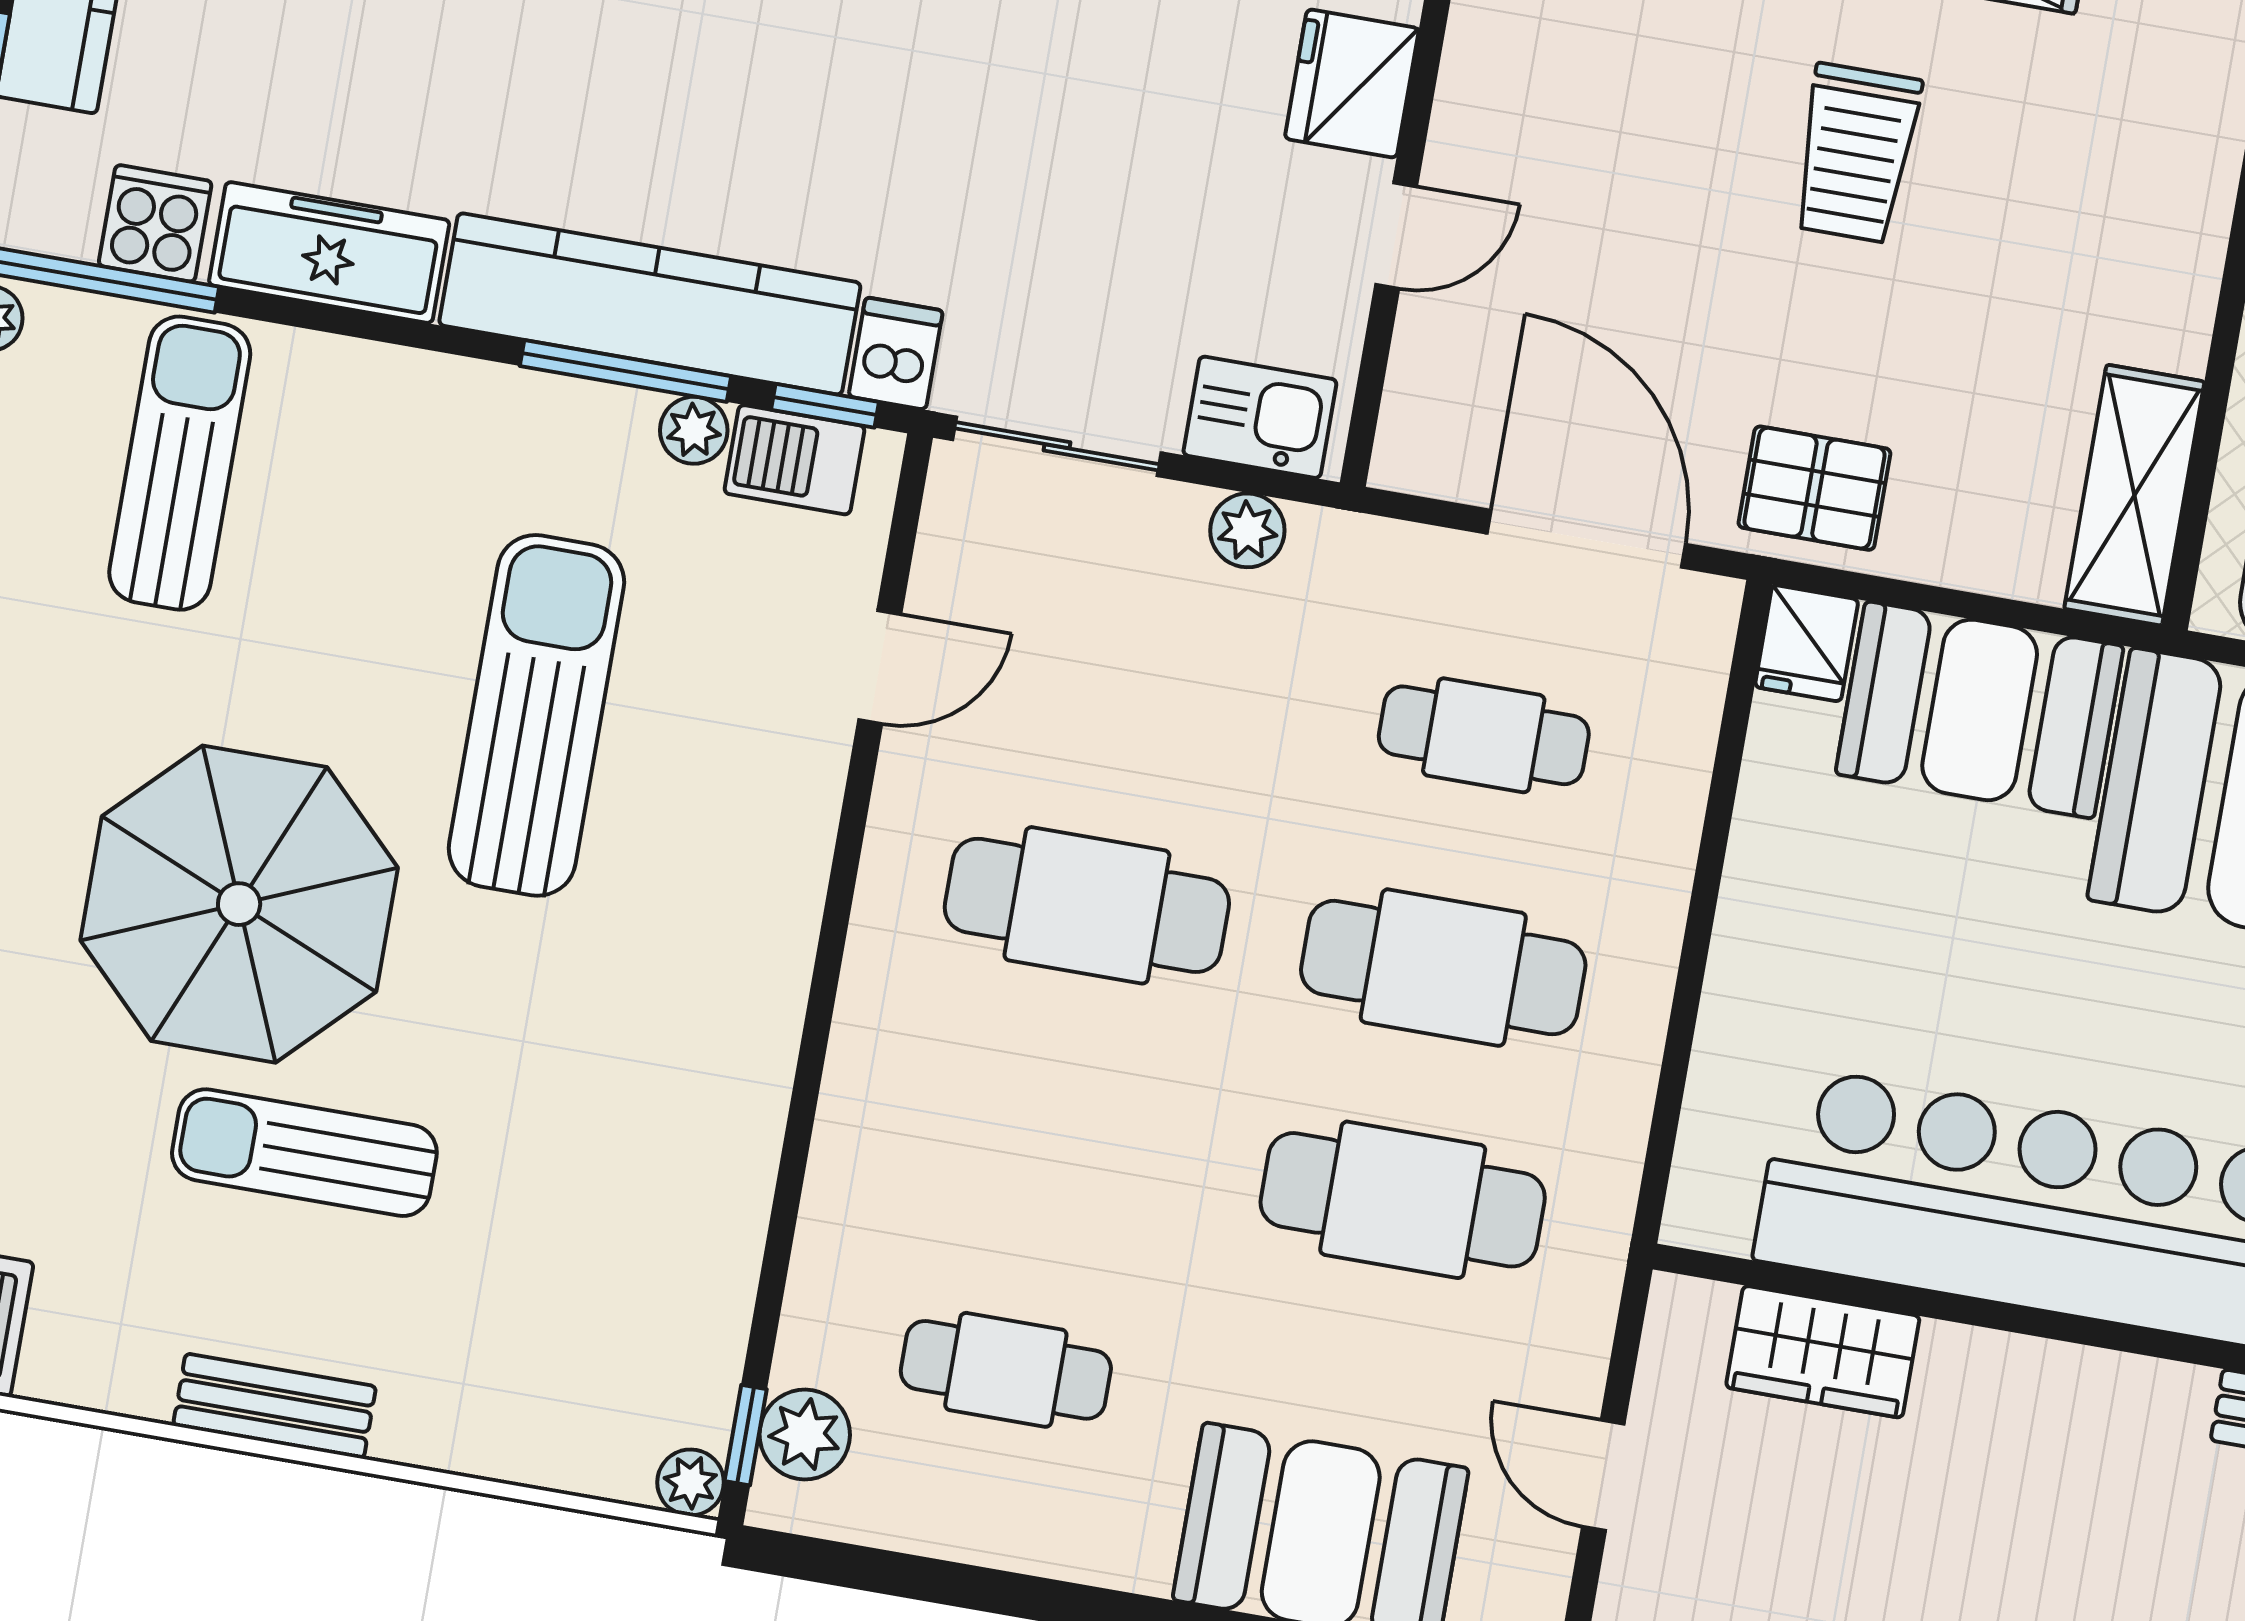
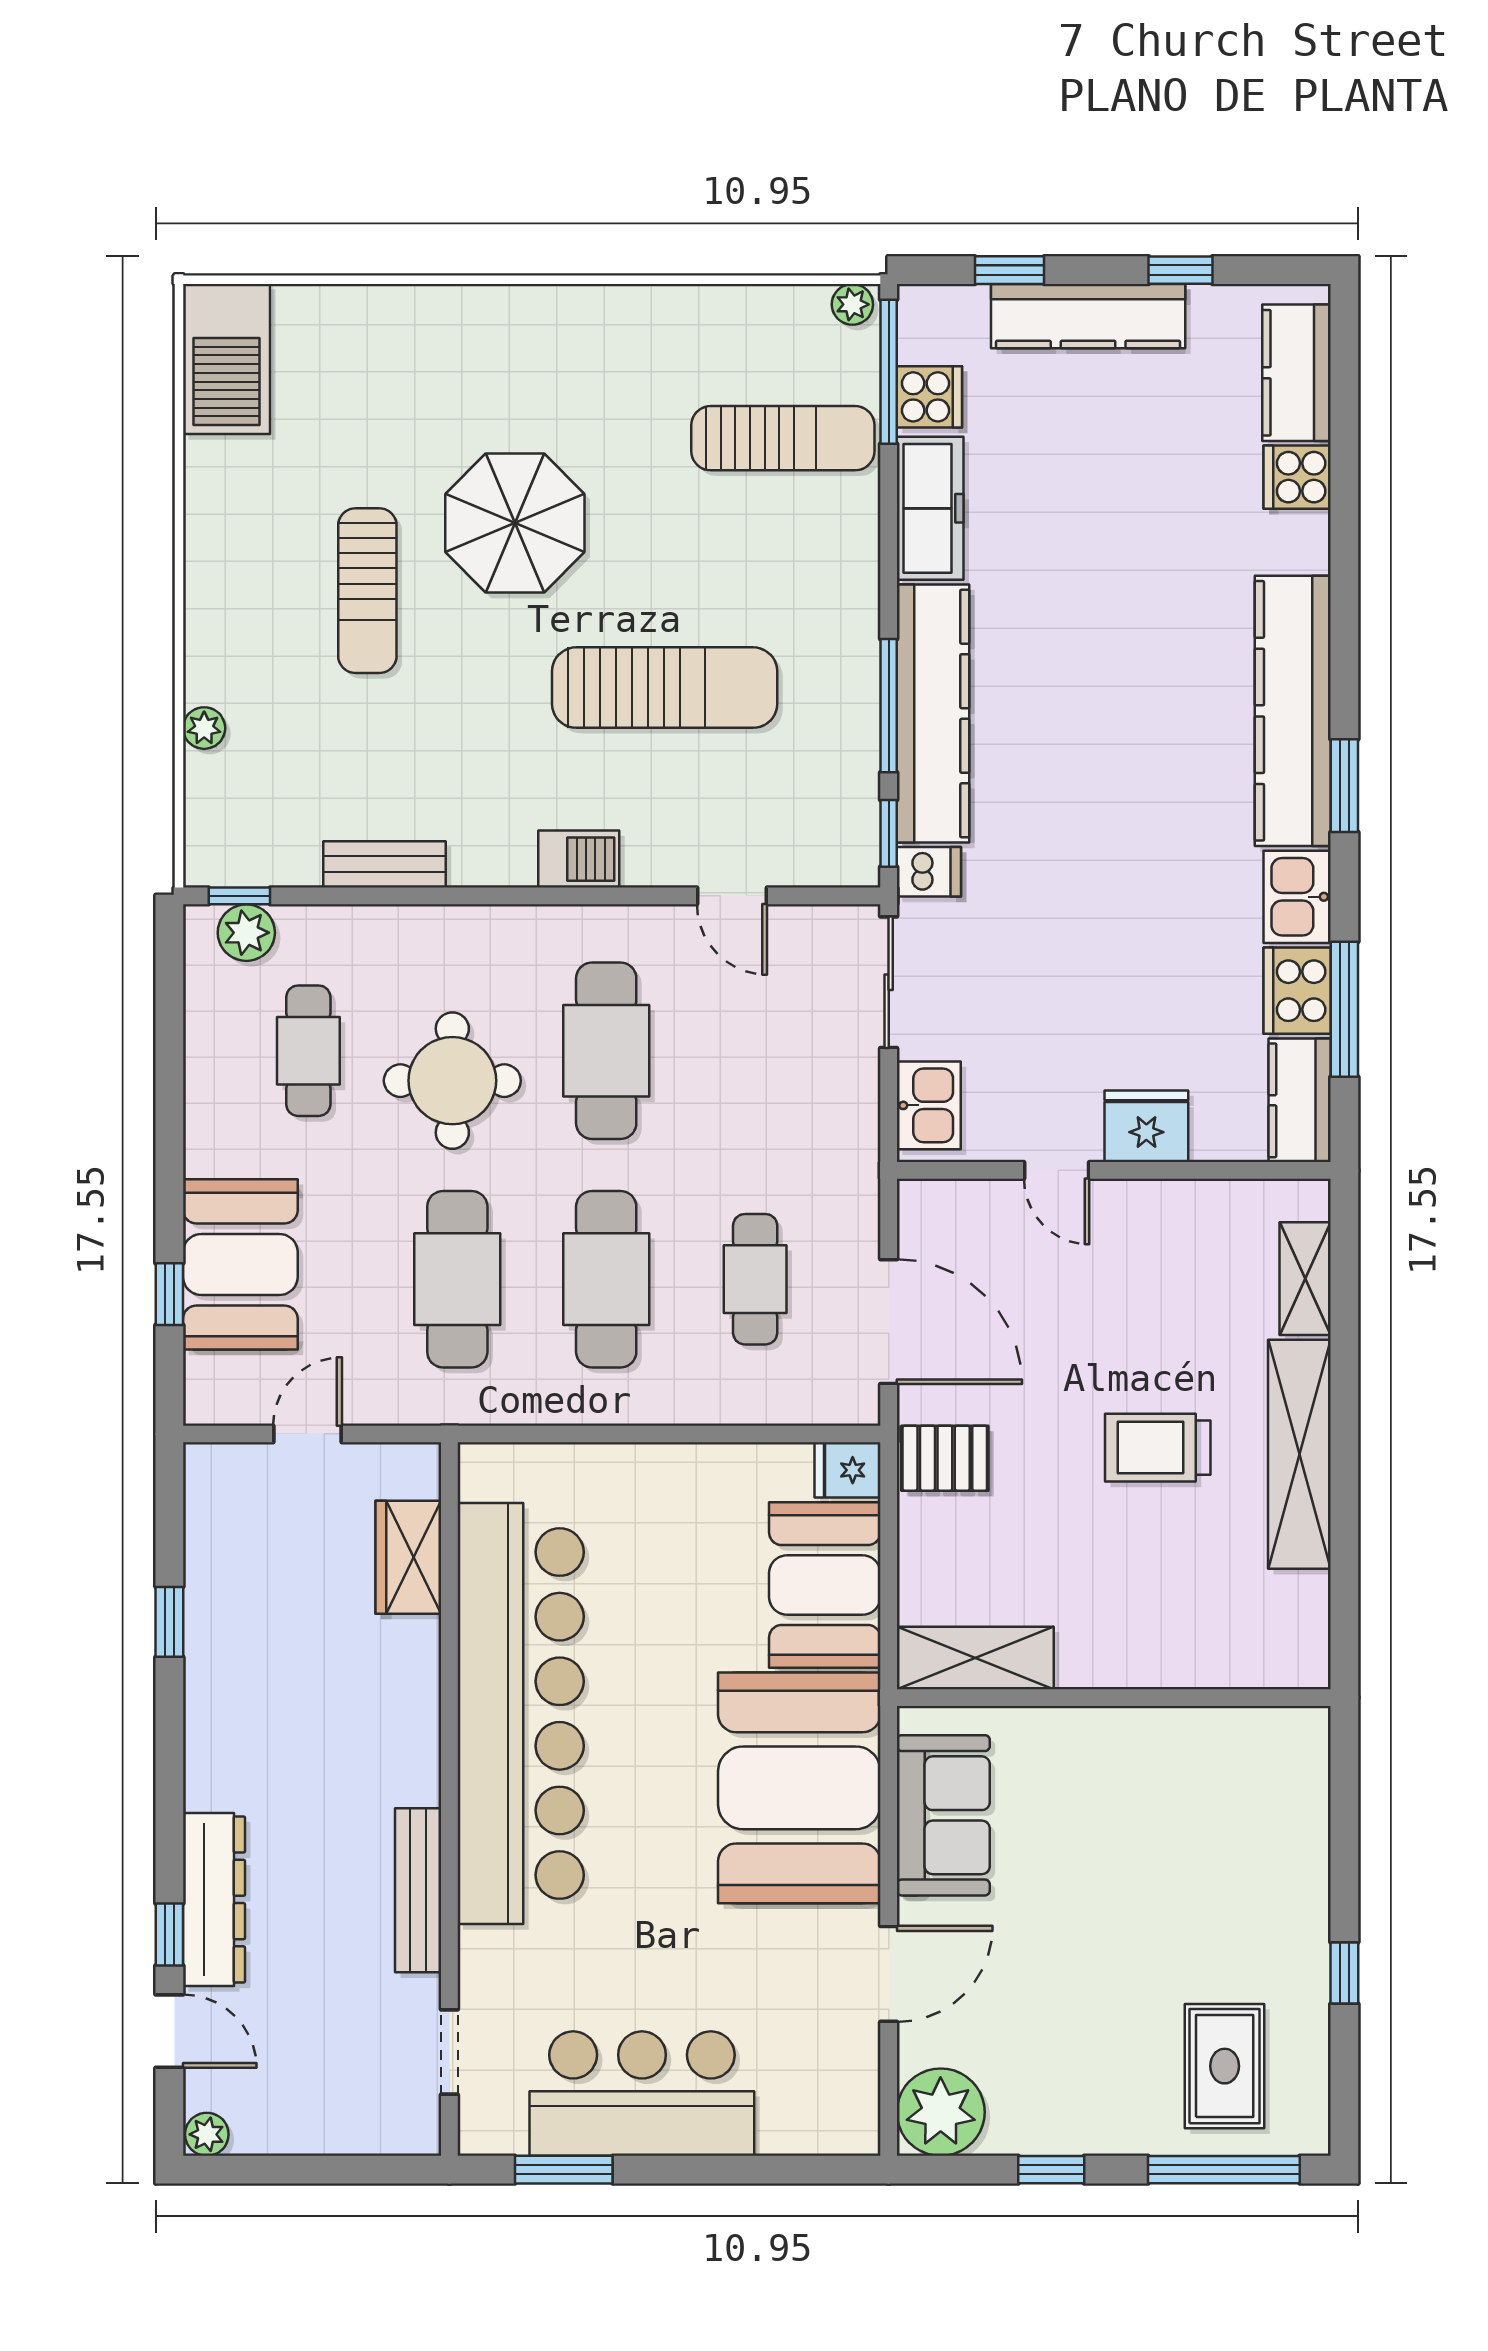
plant: (694, 430) -> (859, 754), removed
barbecue: (795, 460) -> (579, 859), moved, turned 90
pallet: (1814, 488) -> (945, 1458), turned 90
plant: (1247, 530) -> (857, 1110), removed
door: (1586, 539) -> (889, 1322), hinge flipped
parasol: (239, 904) -> (515, 523), width x0.73, depth x0.73
sun lounger: (304, 1153) -> (367, 591), turned 180
round table: (1092, 1153) -> (452, 1081), added
bench: (275, 1406) -> (385, 864), moved, turned 90
plant: (691, 1482) -> (204, 728), moved

